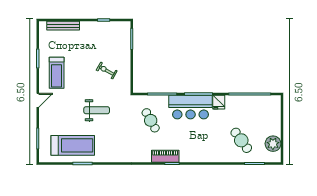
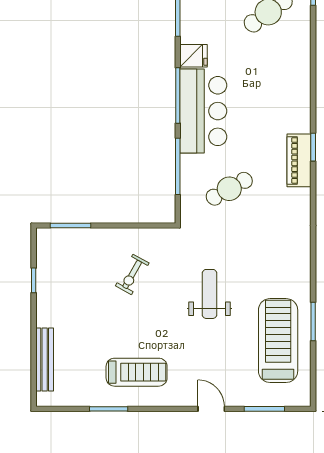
door: (38, 100) -> (211, 409), moved

